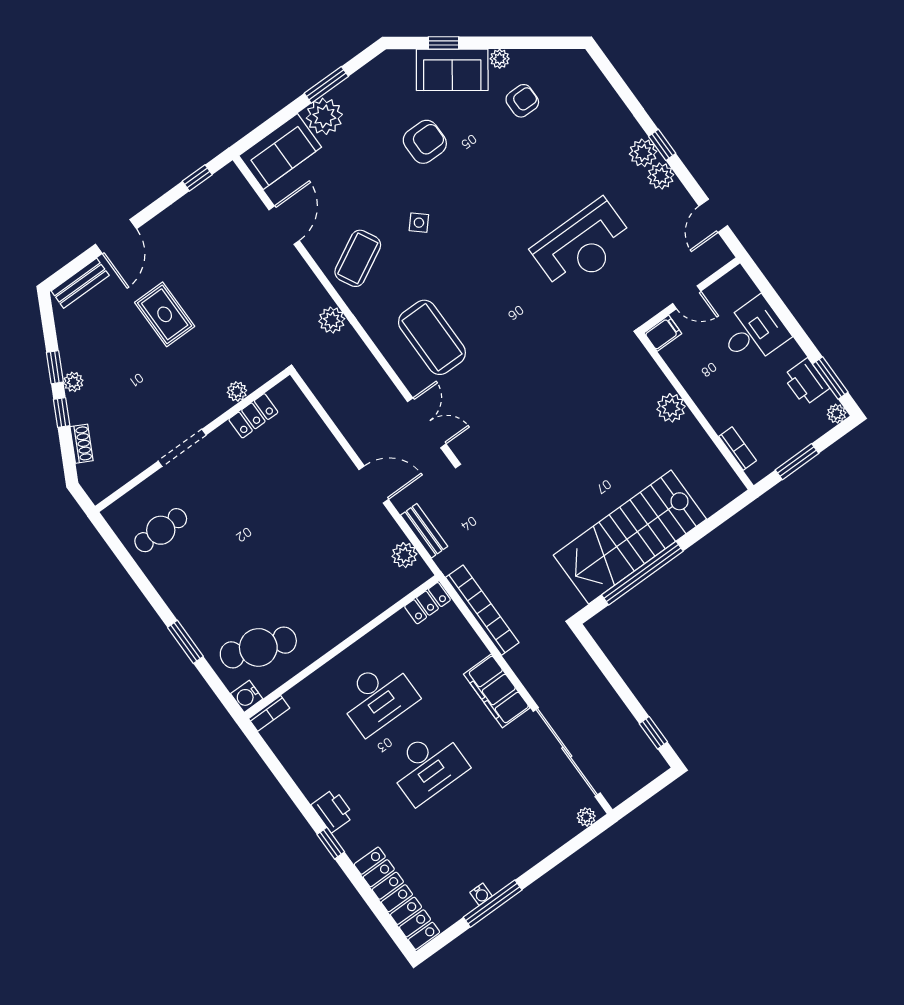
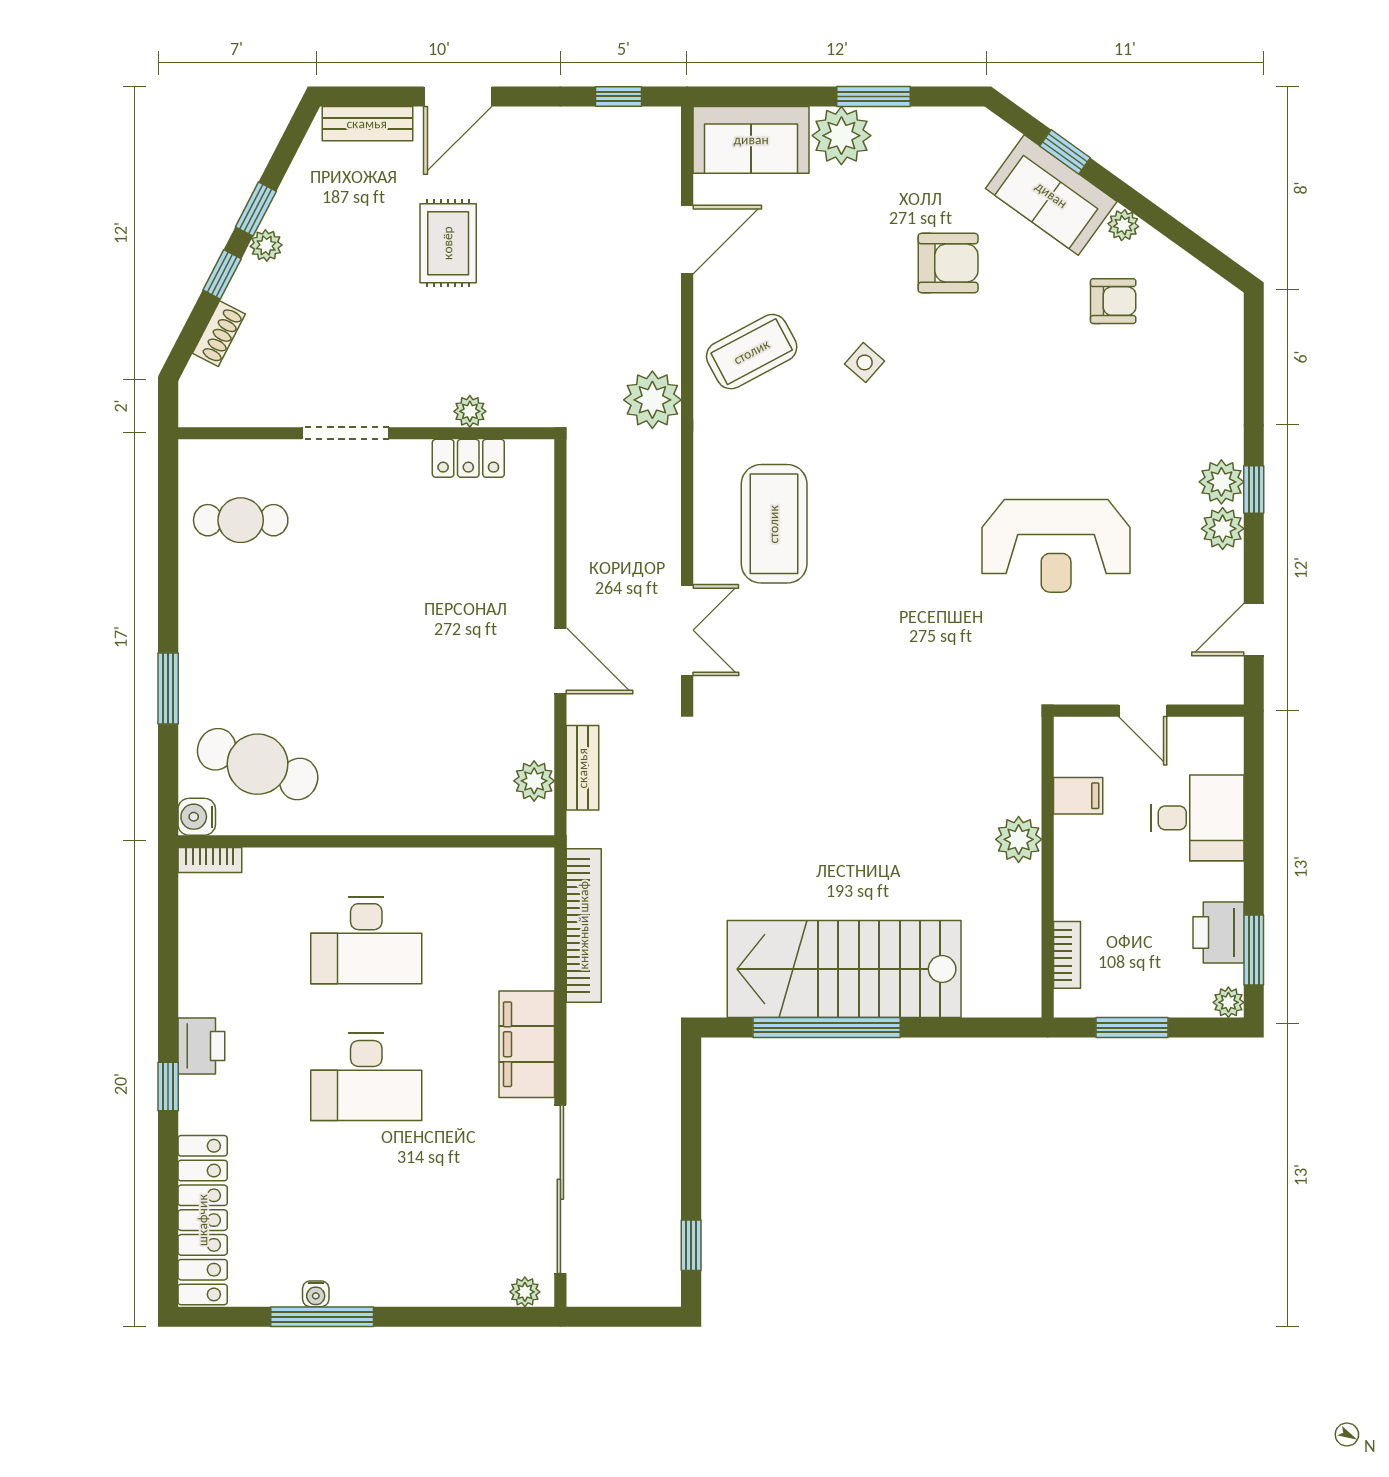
plant: (332, 320) -> (652, 400), width x1.36, depth x1.36
filing cabinet: (663, 333) -> (1078, 796), moved
locker: (427, 603) -> (519, 865), removed

